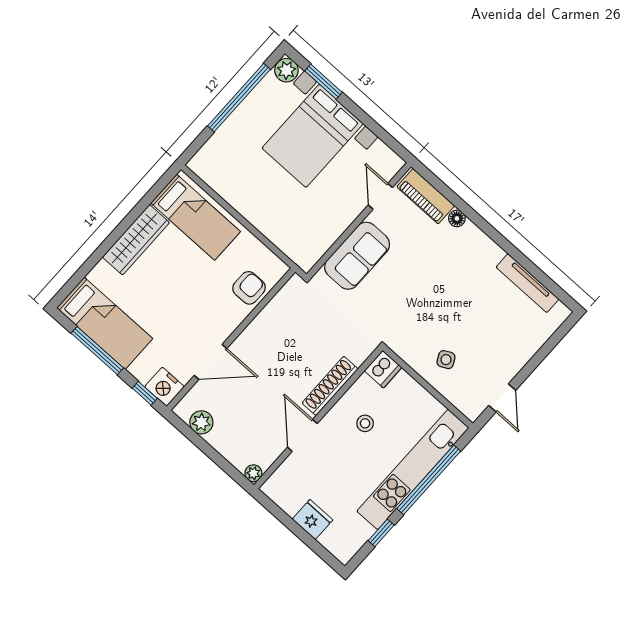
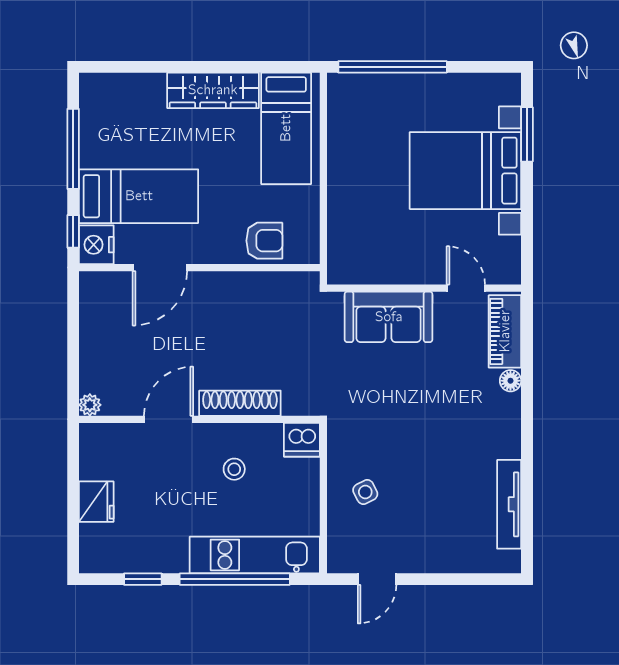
plant: (286, 70) -> (506, 89), removed
window: (239, 98) -> (393, 67), moved
door: (380, 196) -> (466, 288), hinge flipped
bed: (105, 323) -> (139, 196), moved, turned -90
door: (211, 362) -> (160, 268), hinge flipped
plant: (201, 422) -> (94, 311), removed
kitchen unit: (413, 469) -> (255, 555), width x0.73

